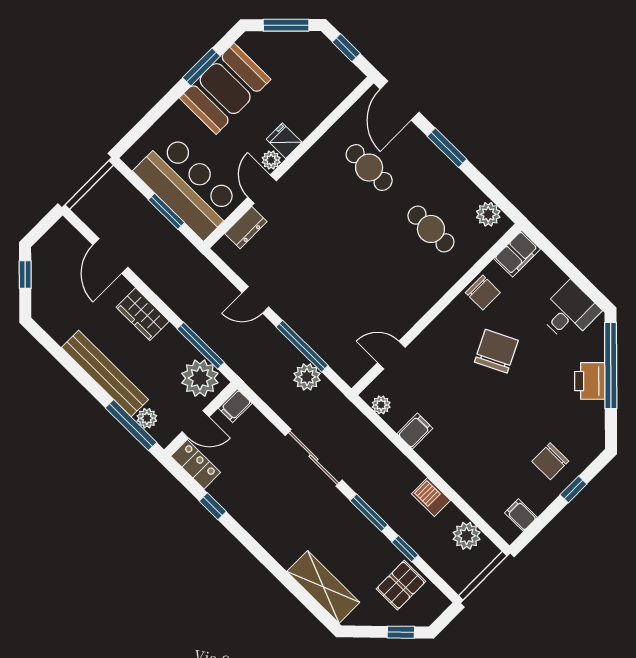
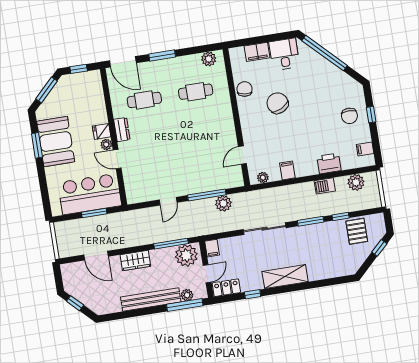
dresser: (246, 228) -> (122, 130), moved
filing cabinet: (517, 254) -> (257, 52), moved, turned 90
chair: (483, 293) -> (245, 89), turned -82
printer: (590, 381) -> (329, 163), moved, turned 135
shelving: (323, 587) -> (285, 277), moved

